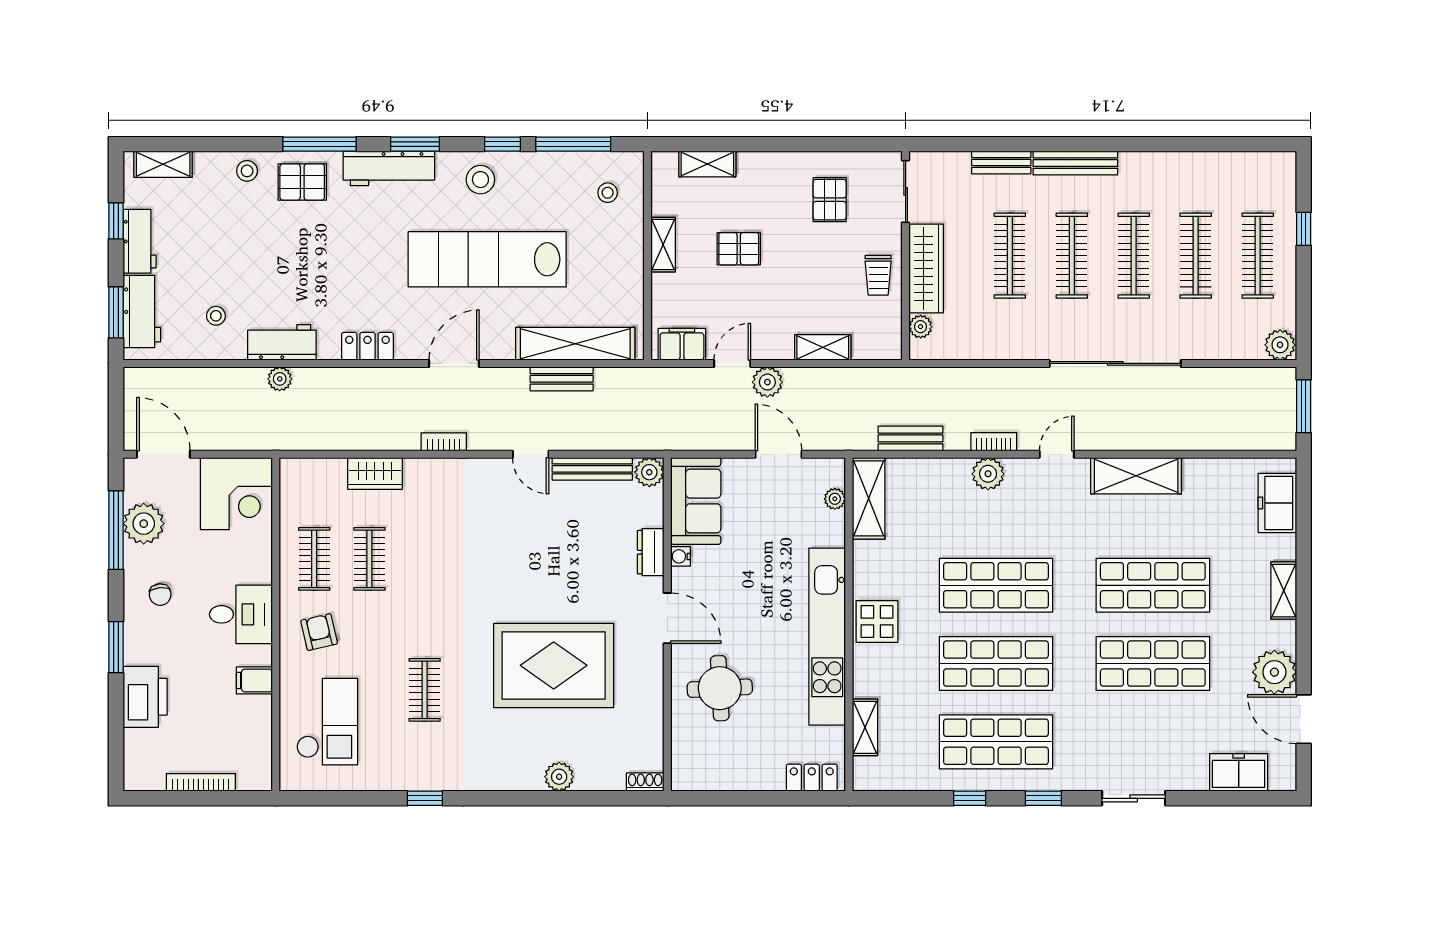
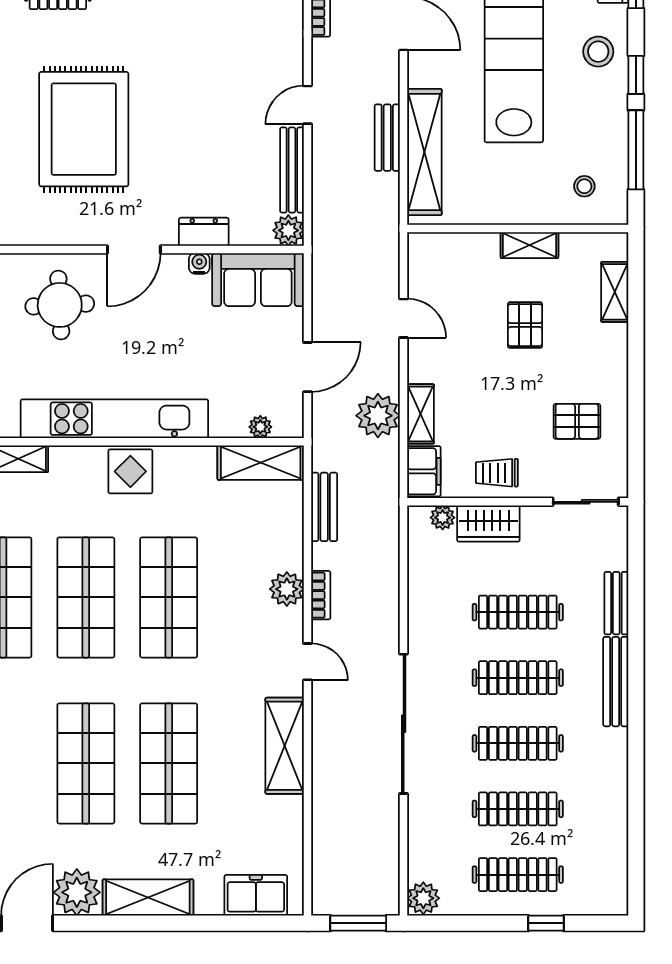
wardrobe: (926, 269) -> (488, 524), width x0.67
filing cabinet: (682, 344) -> (424, 471), moved
plant: (767, 382) -> (378, 416), moved, width x1.36, depth x1.36
shelving: (1284, 591) -> (148, 898), width x1.50, depth x1.33

